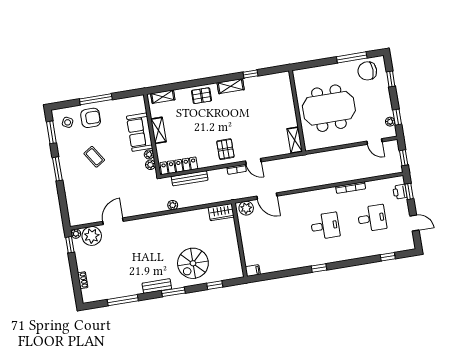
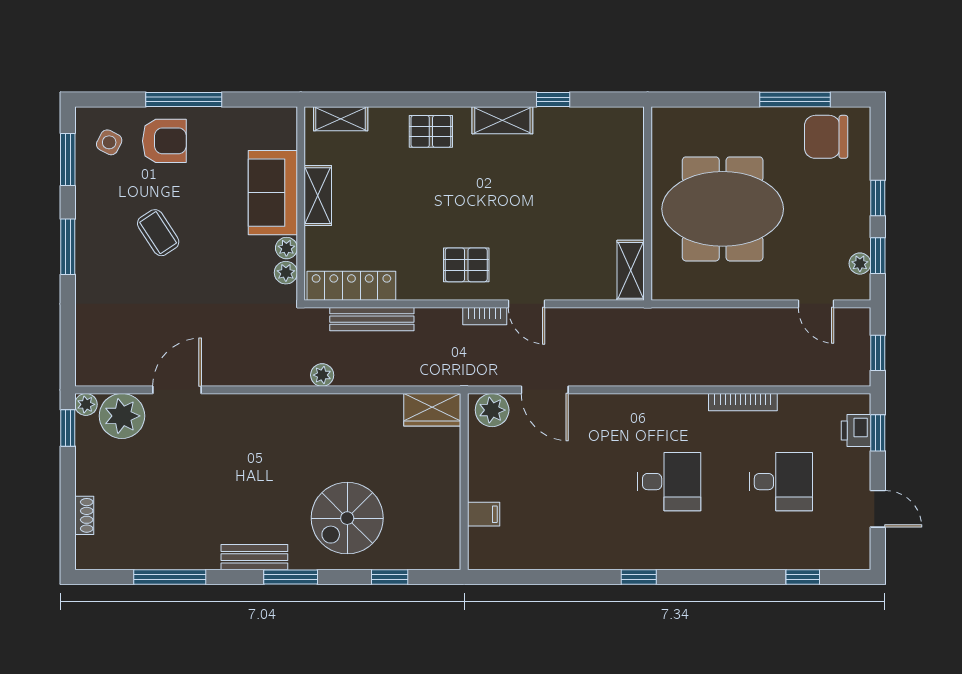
window: (391, 79) -> (878, 198), moved
pallet: (225, 149) -> (466, 265), turned 90
filing cabinet: (253, 271) -> (484, 514), moved

